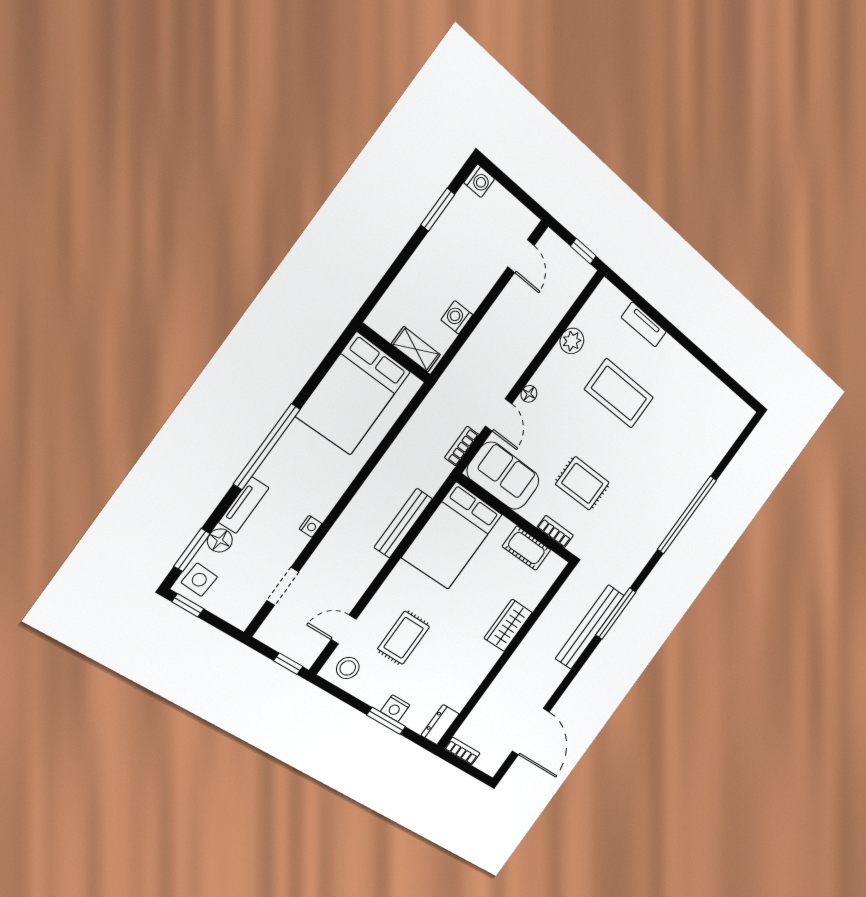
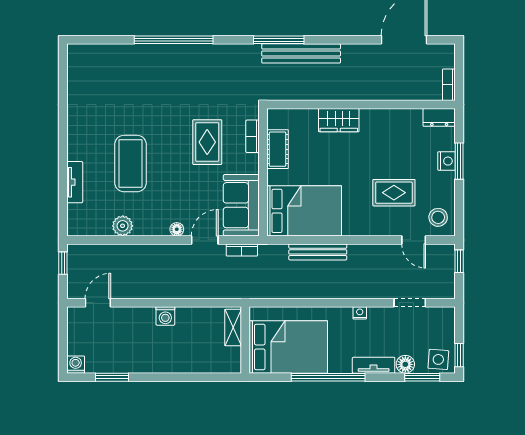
shelving: (416, 349) -> (233, 328), moved
wall: (394, 353) -> (245, 340), moved
bed: (353, 394) -> (288, 347), moved

